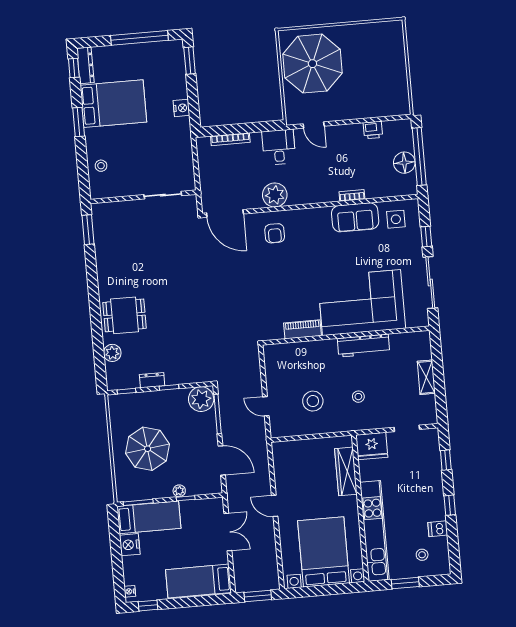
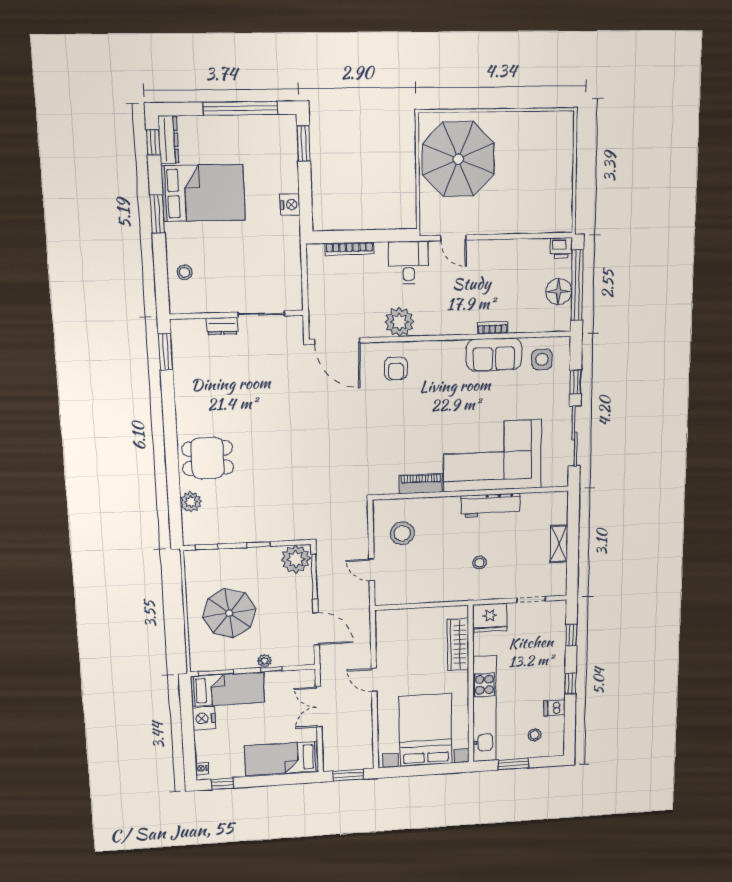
printer: (373, 130) -> (561, 248), moved
dresser: (152, 380) -> (222, 326), moved, turned 180
stool: (313, 401) -> (402, 533), moved
double door: (228, 532) -> (319, 707), swing flipped

